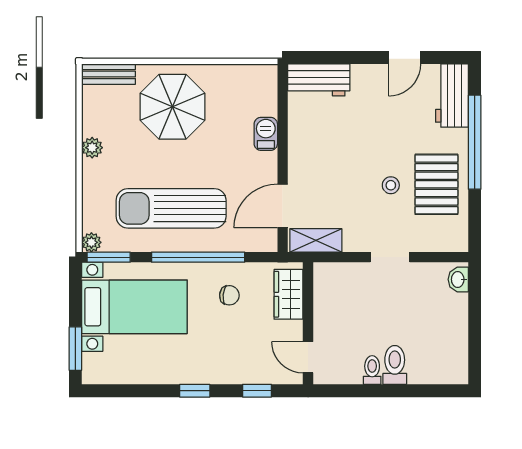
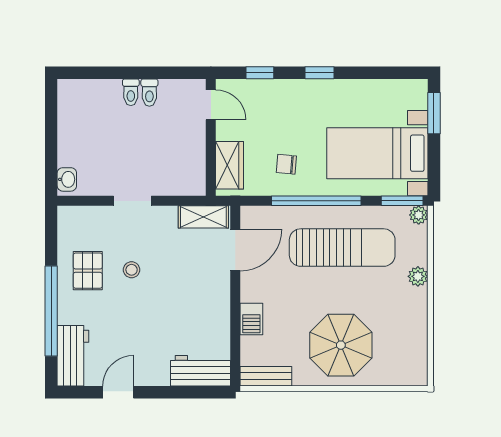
bench: (109, 74) -> (266, 376), moved
plant: (92, 148) -> (418, 276), moved
pallet: (436, 184) -> (88, 271), width x0.67, depth x0.71
toilet: (395, 365) -> (131, 92), width x0.73, depth x0.72

